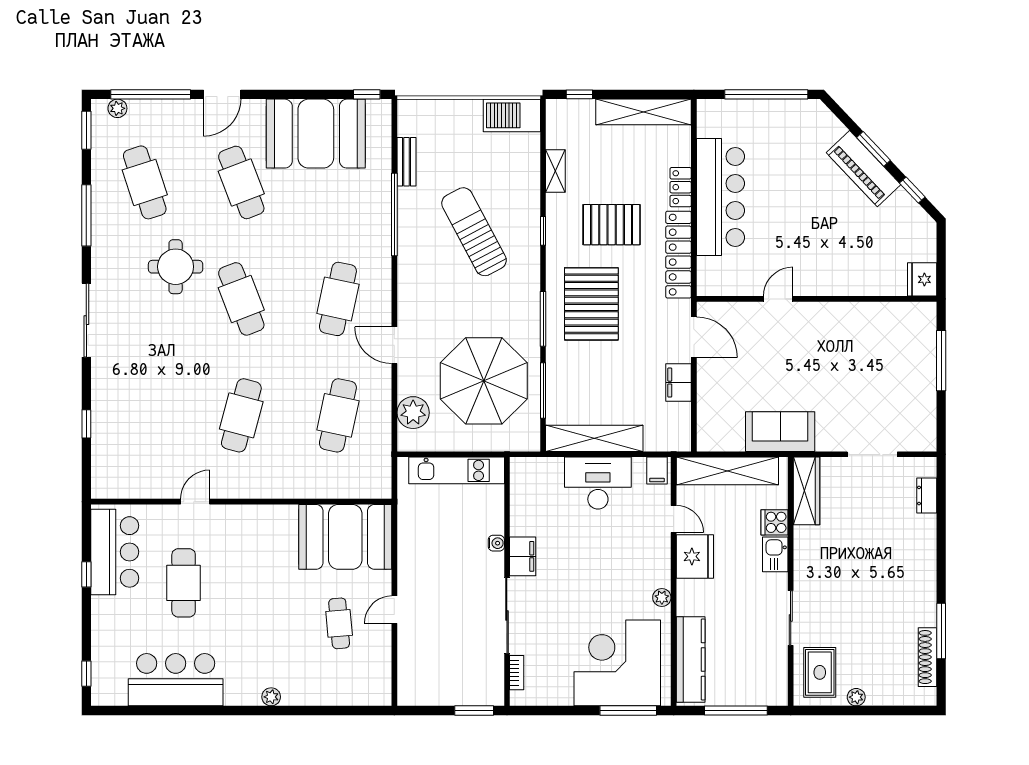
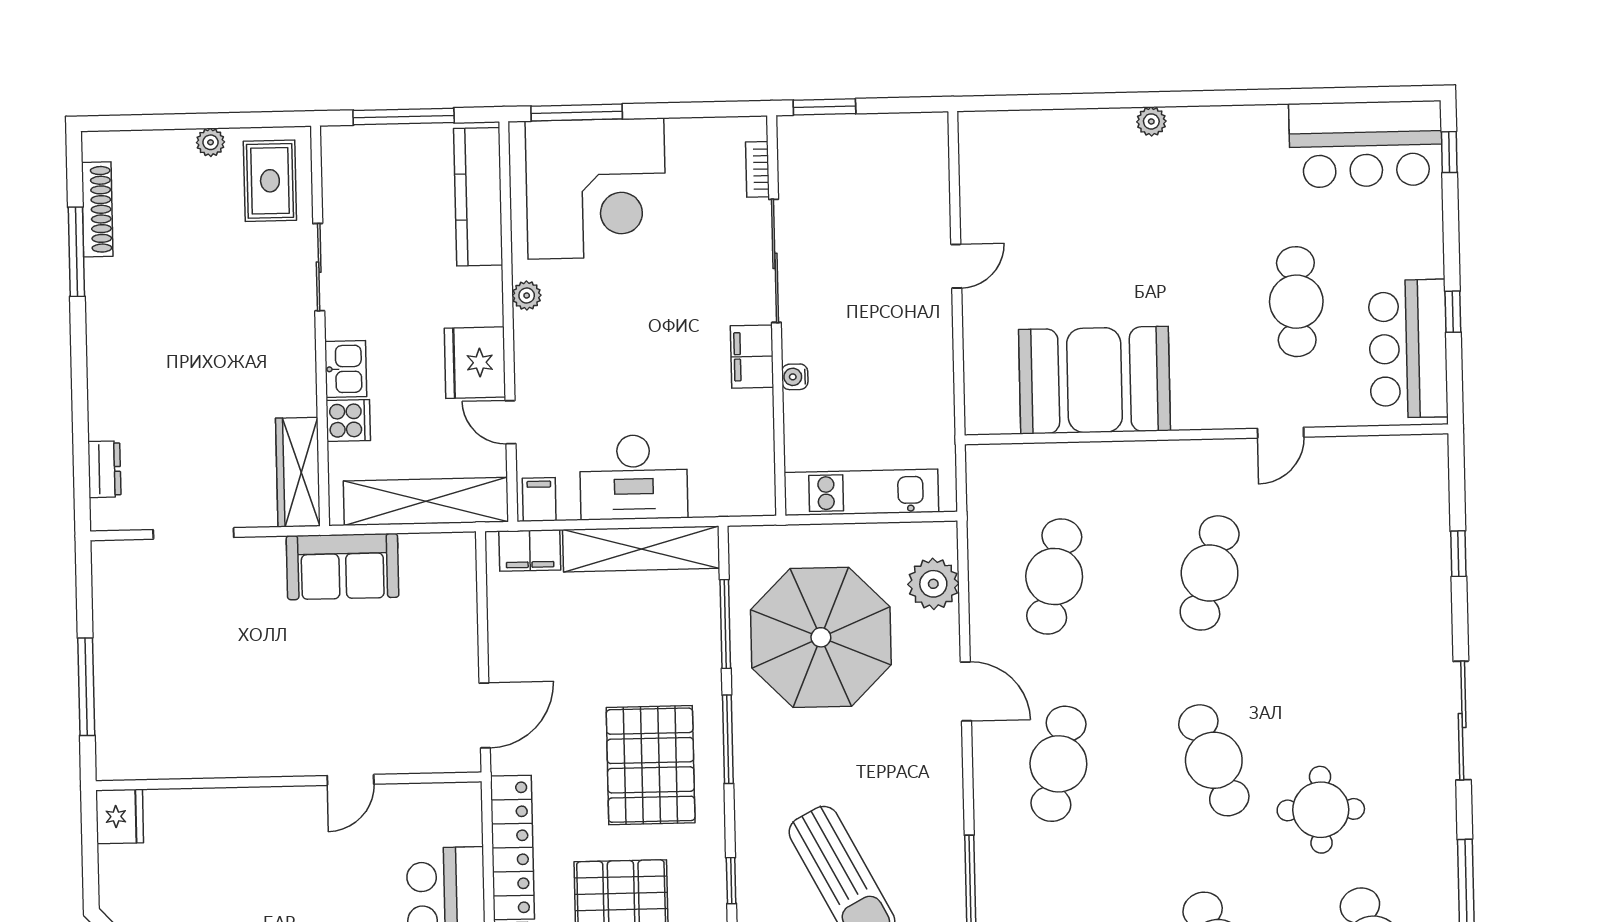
door: (694, 337) -> (485, 715), swing flipped
filing cabinet: (679, 383) -> (530, 550), moved, turned 90
booth: (345, 537) -> (1094, 380), moved
cafe table: (339, 623) -> (1045, 242), removed
bar counter: (176, 680) -> (1366, 144), moved

